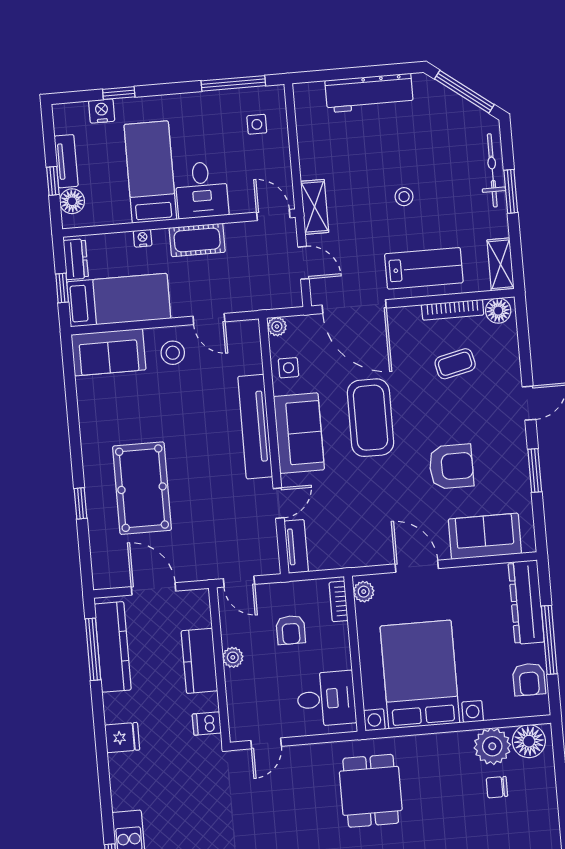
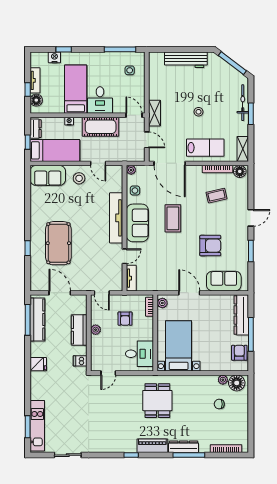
cot: (197, 240) -> (101, 127), width x1.37, depth x1.34
coffee table: (370, 418) -> (173, 218), width x0.73, depth x0.76
bed with nightstands: (420, 675) -> (179, 346), width x0.73
armchair: (529, 679) -> (239, 353), turned 180
plant: (492, 746) -> (223, 380), width x0.53, depth x0.53

